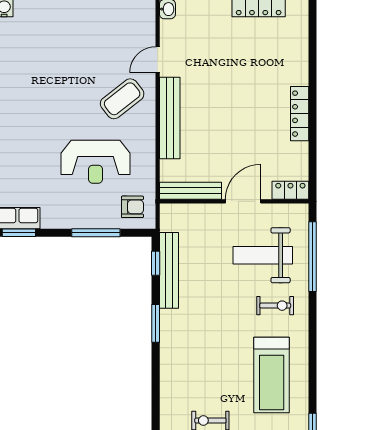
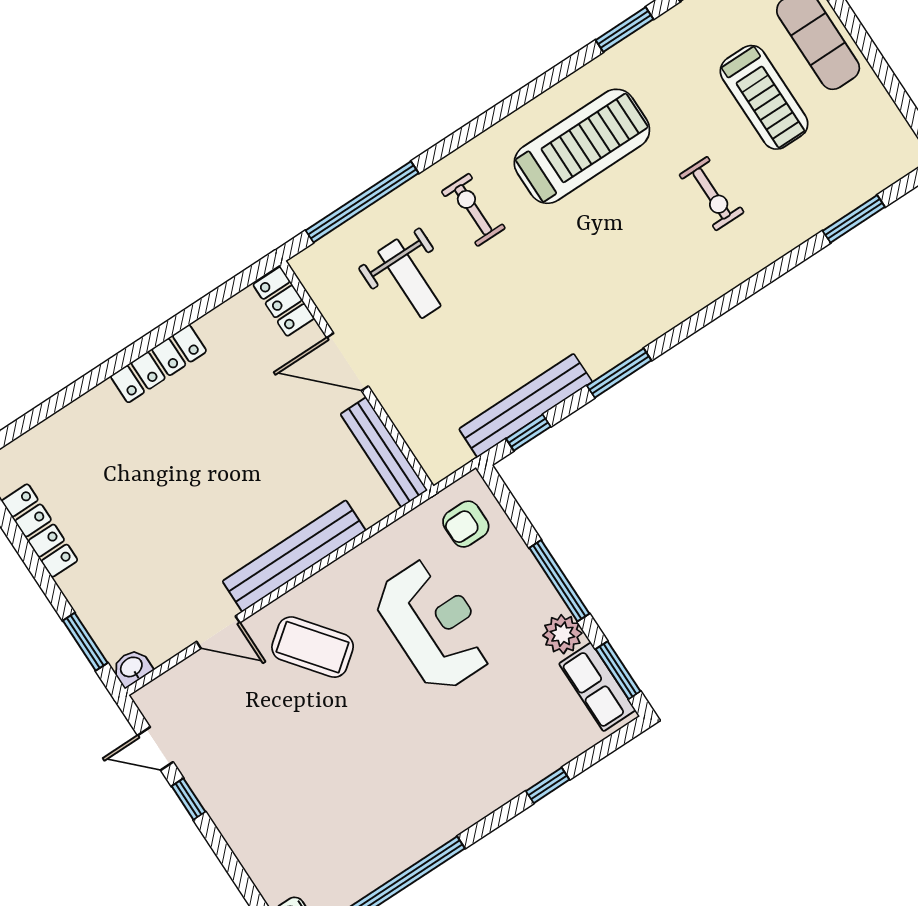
armchair: (132, 207) -> (466, 524), turned -90
plant: (52, 218) -> (562, 634), added
window: (96, 233) -> (559, 581), moved
weight bench: (263, 255) -> (409, 279), width x0.73, depth x0.75

